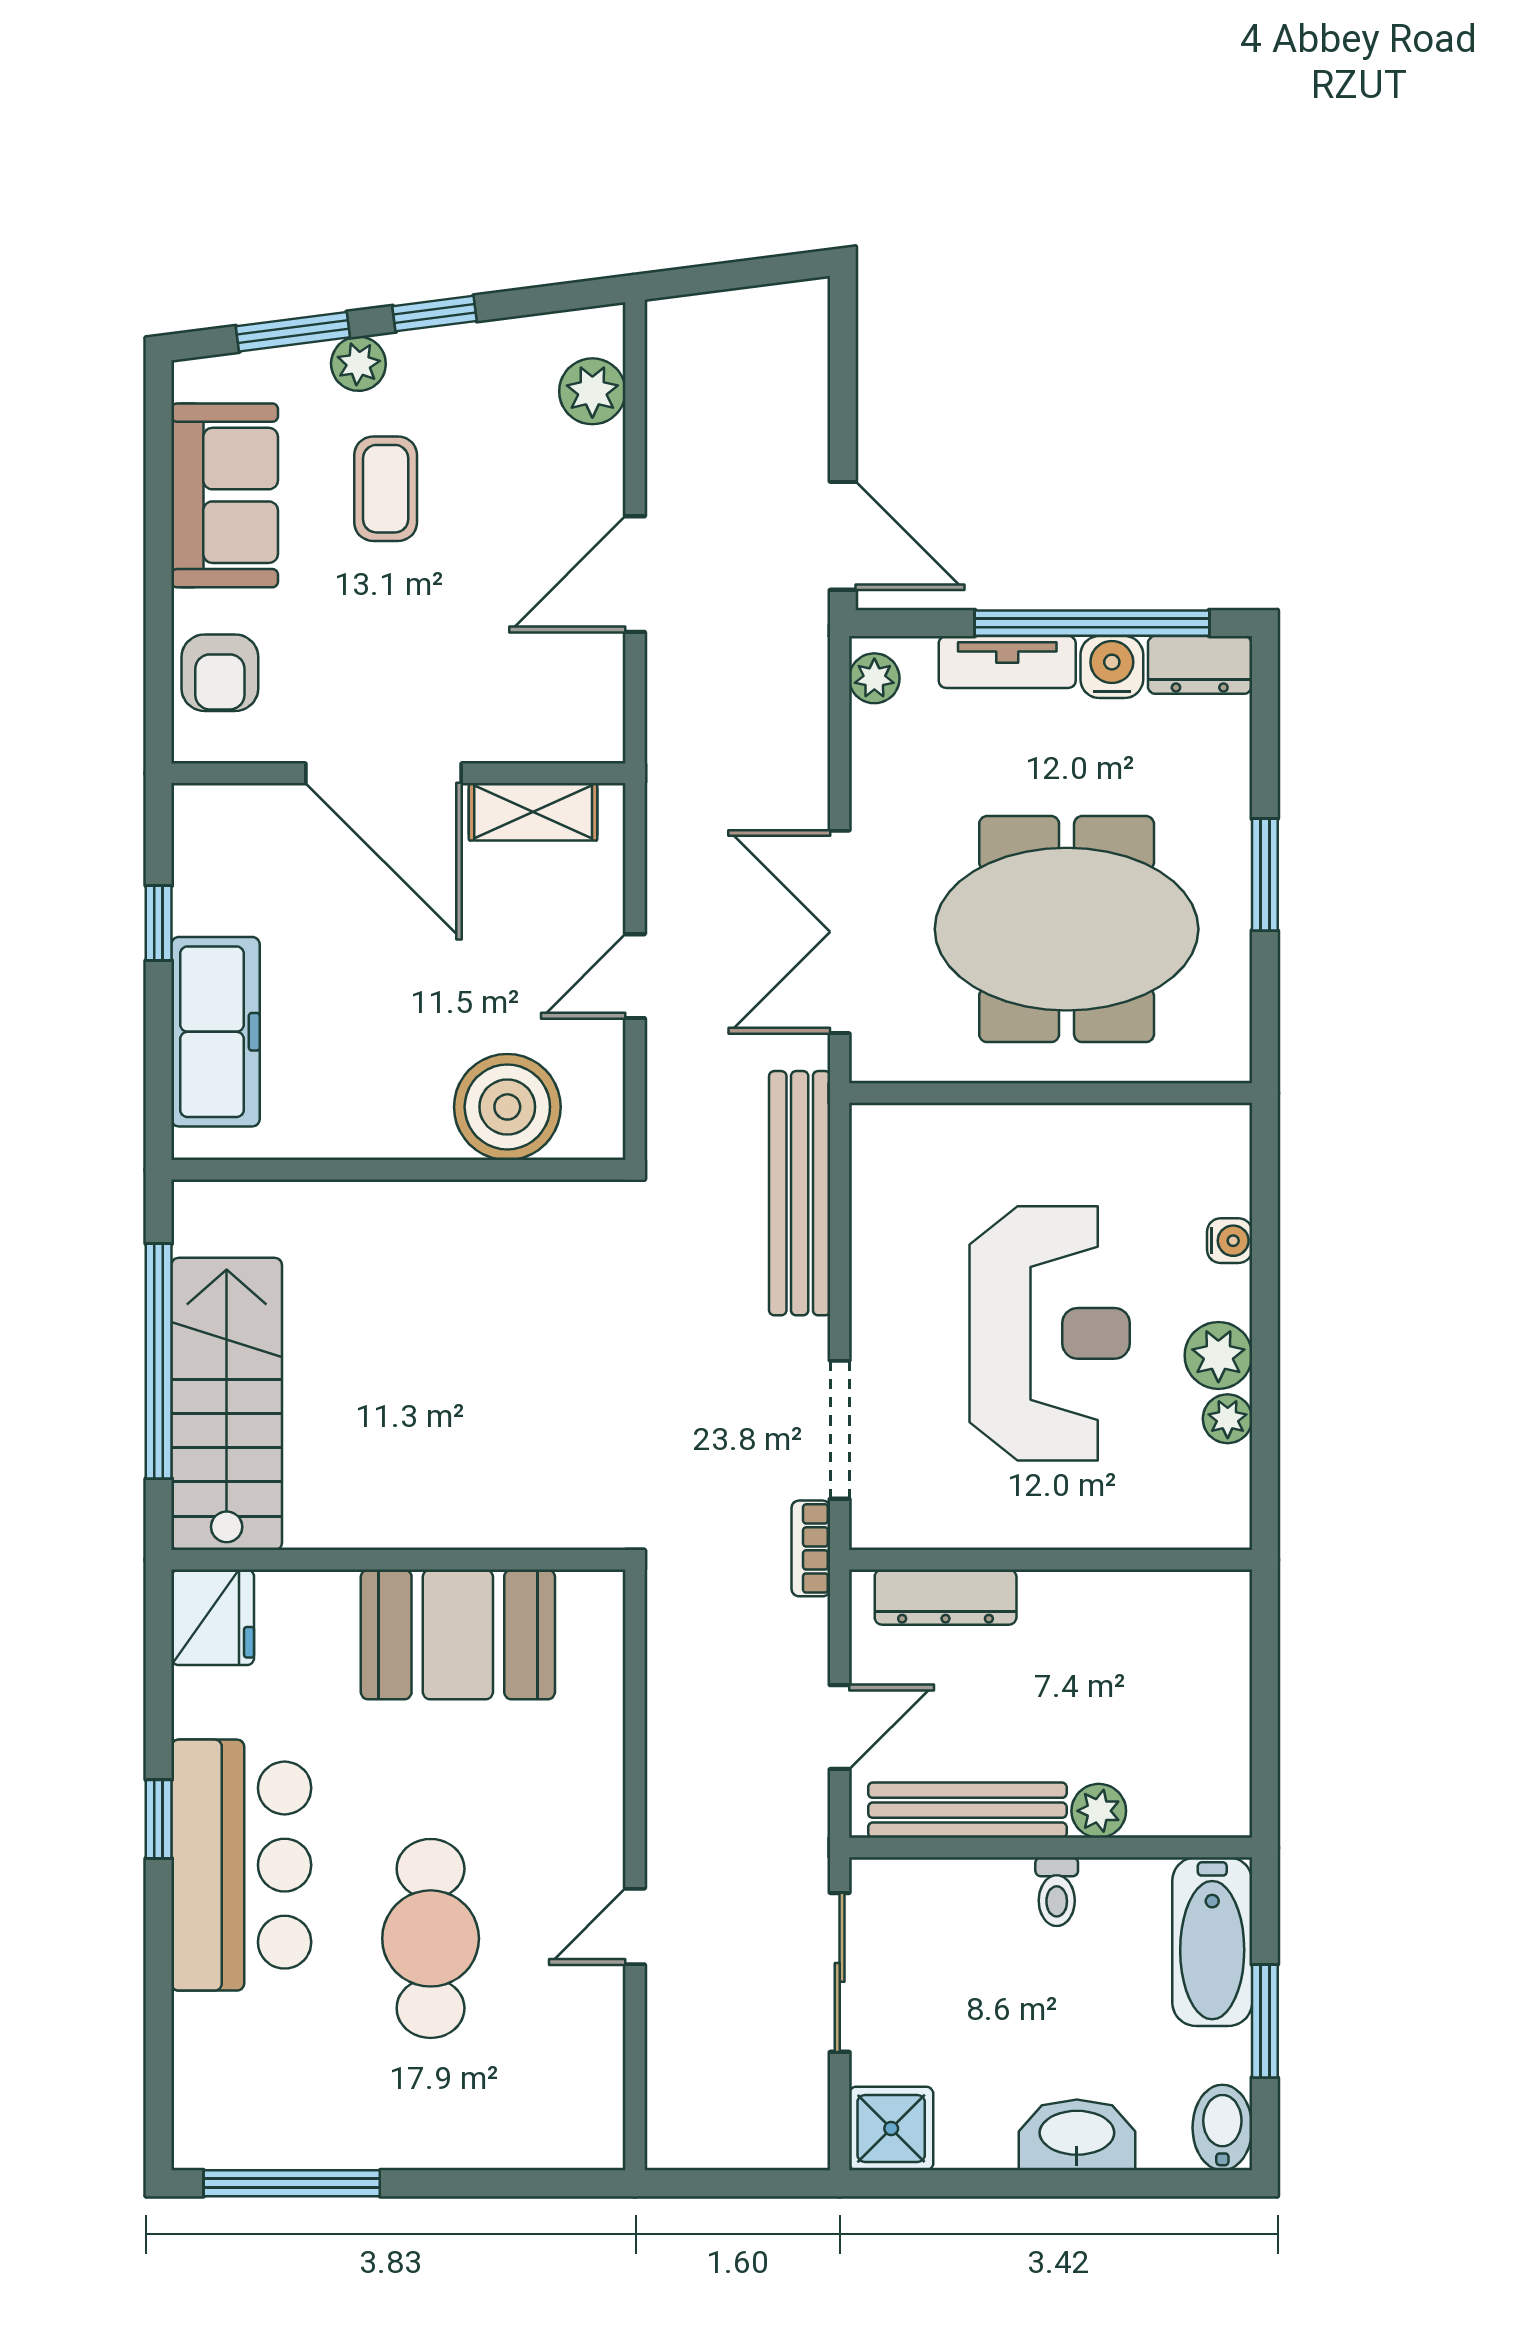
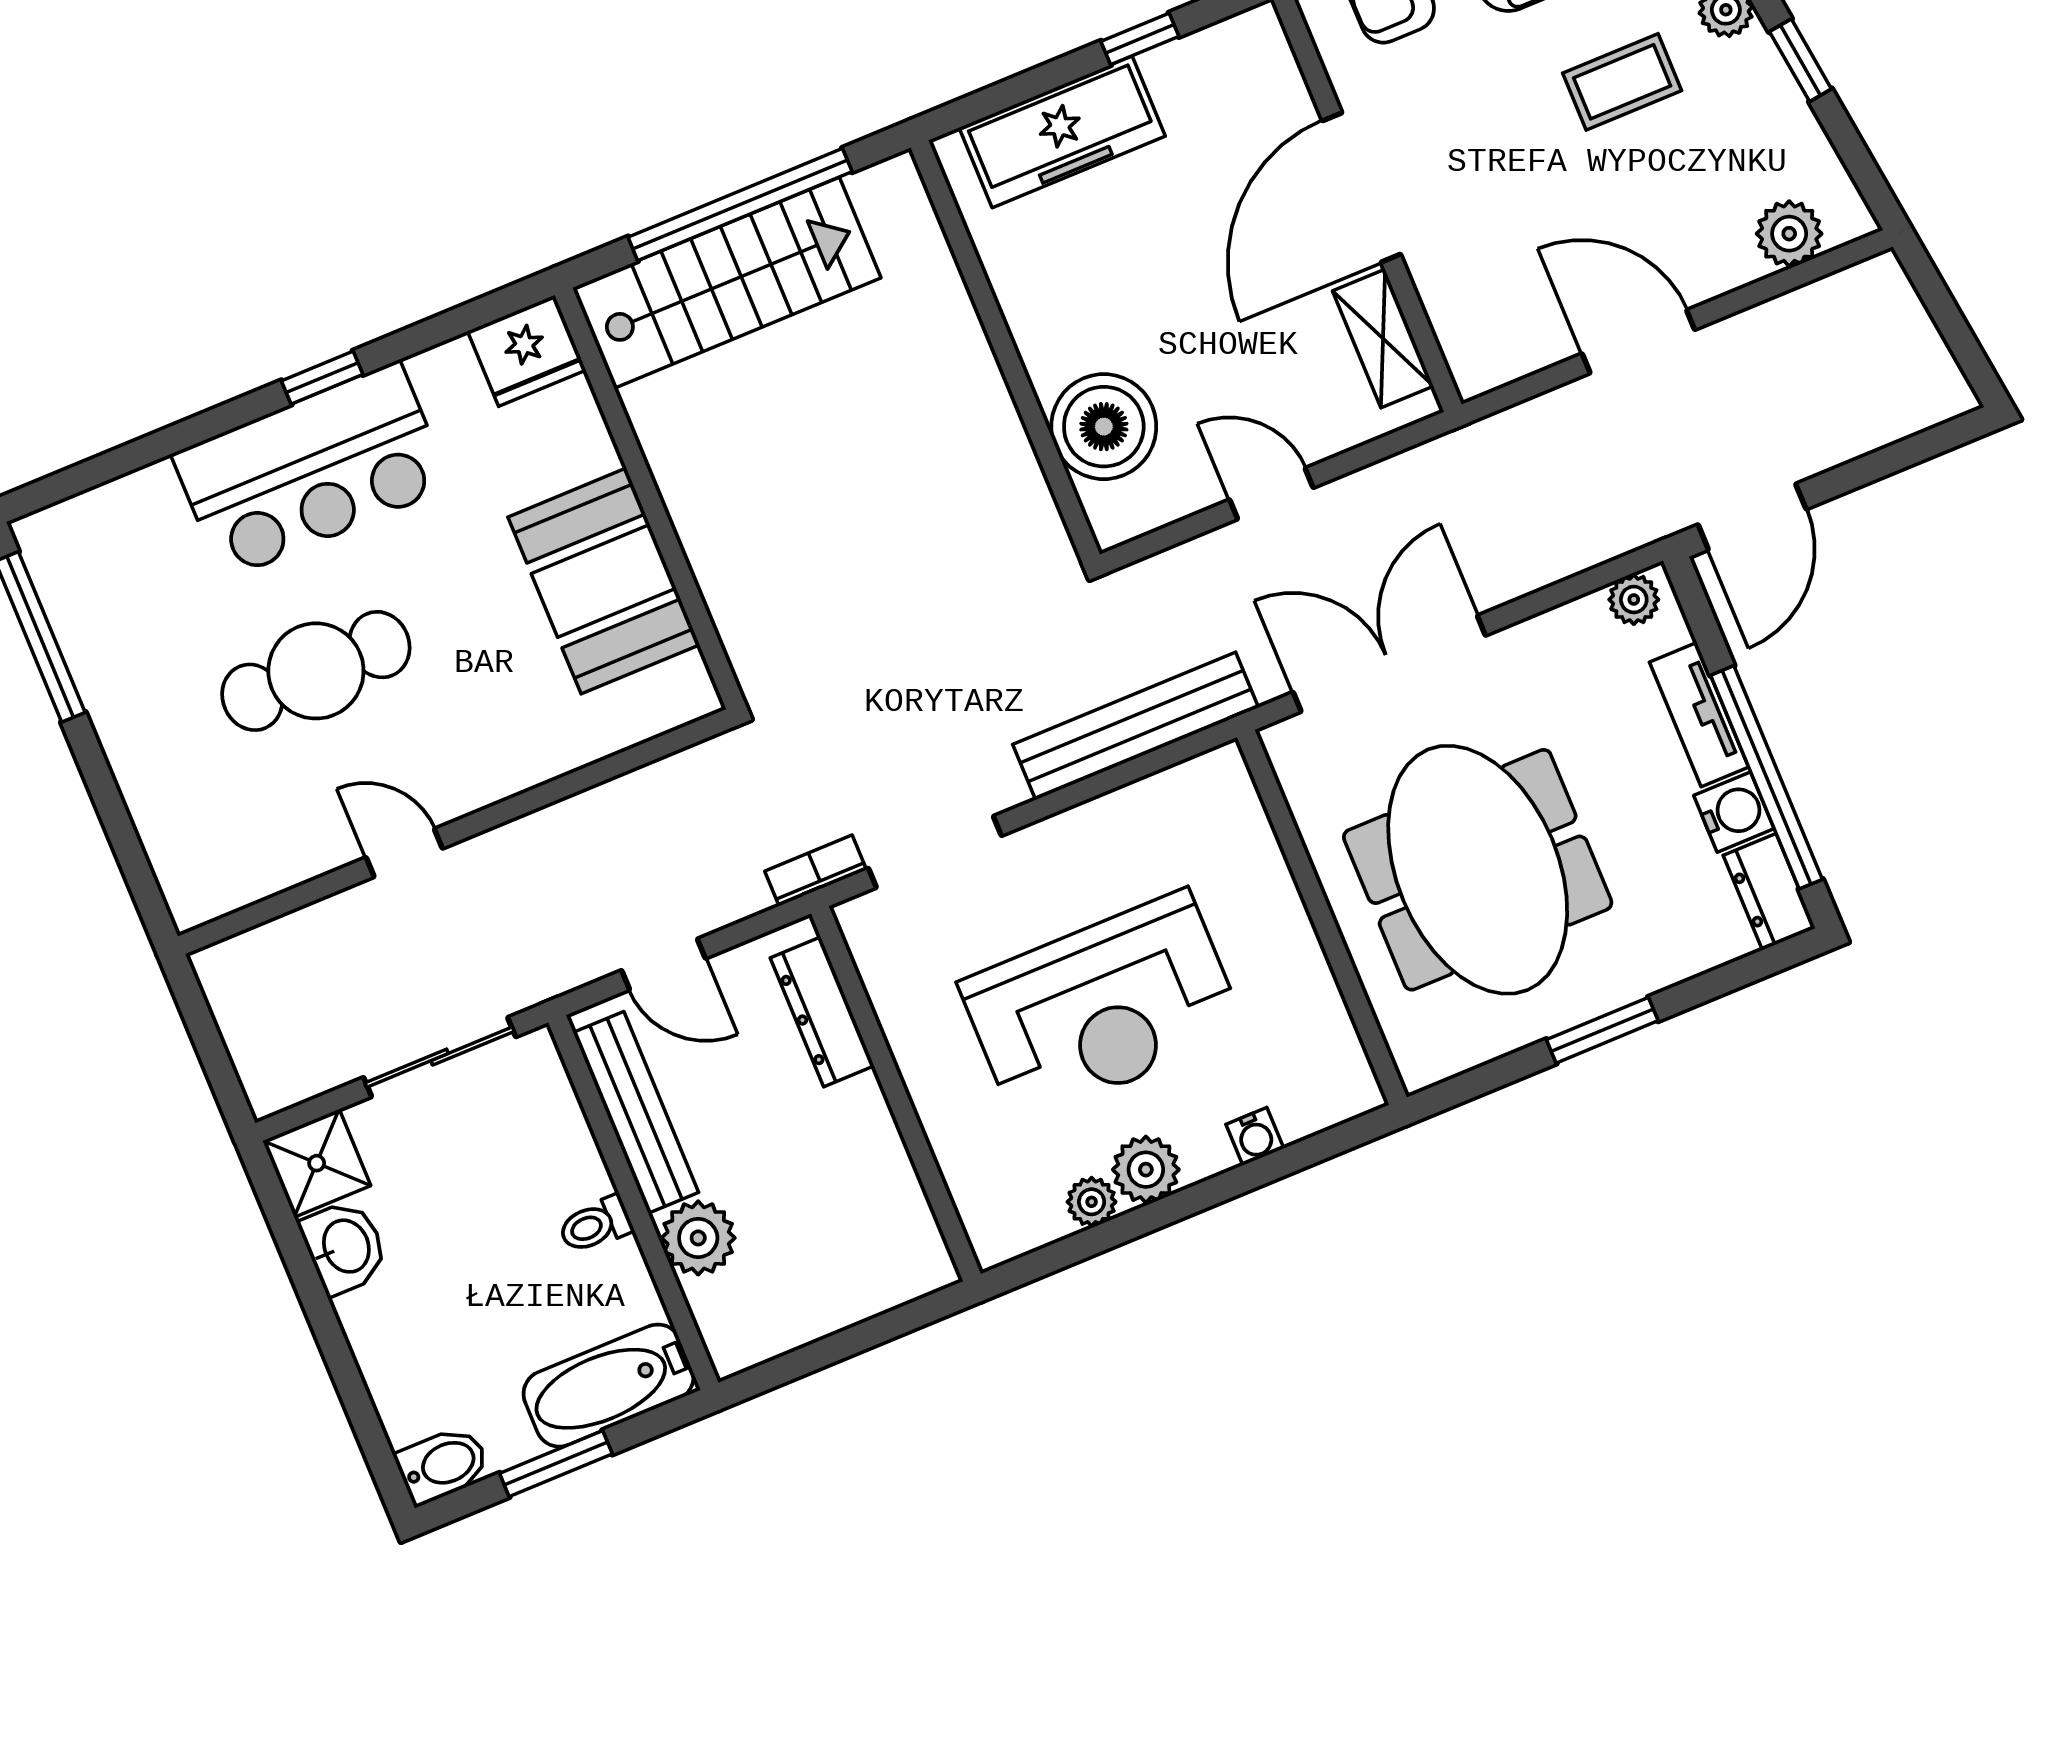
plant: (1099, 1811) -> (698, 1238), width x1.38, depth x1.38
washbasin: (1077, 2135) -> (344, 1247), moved, width x0.72

